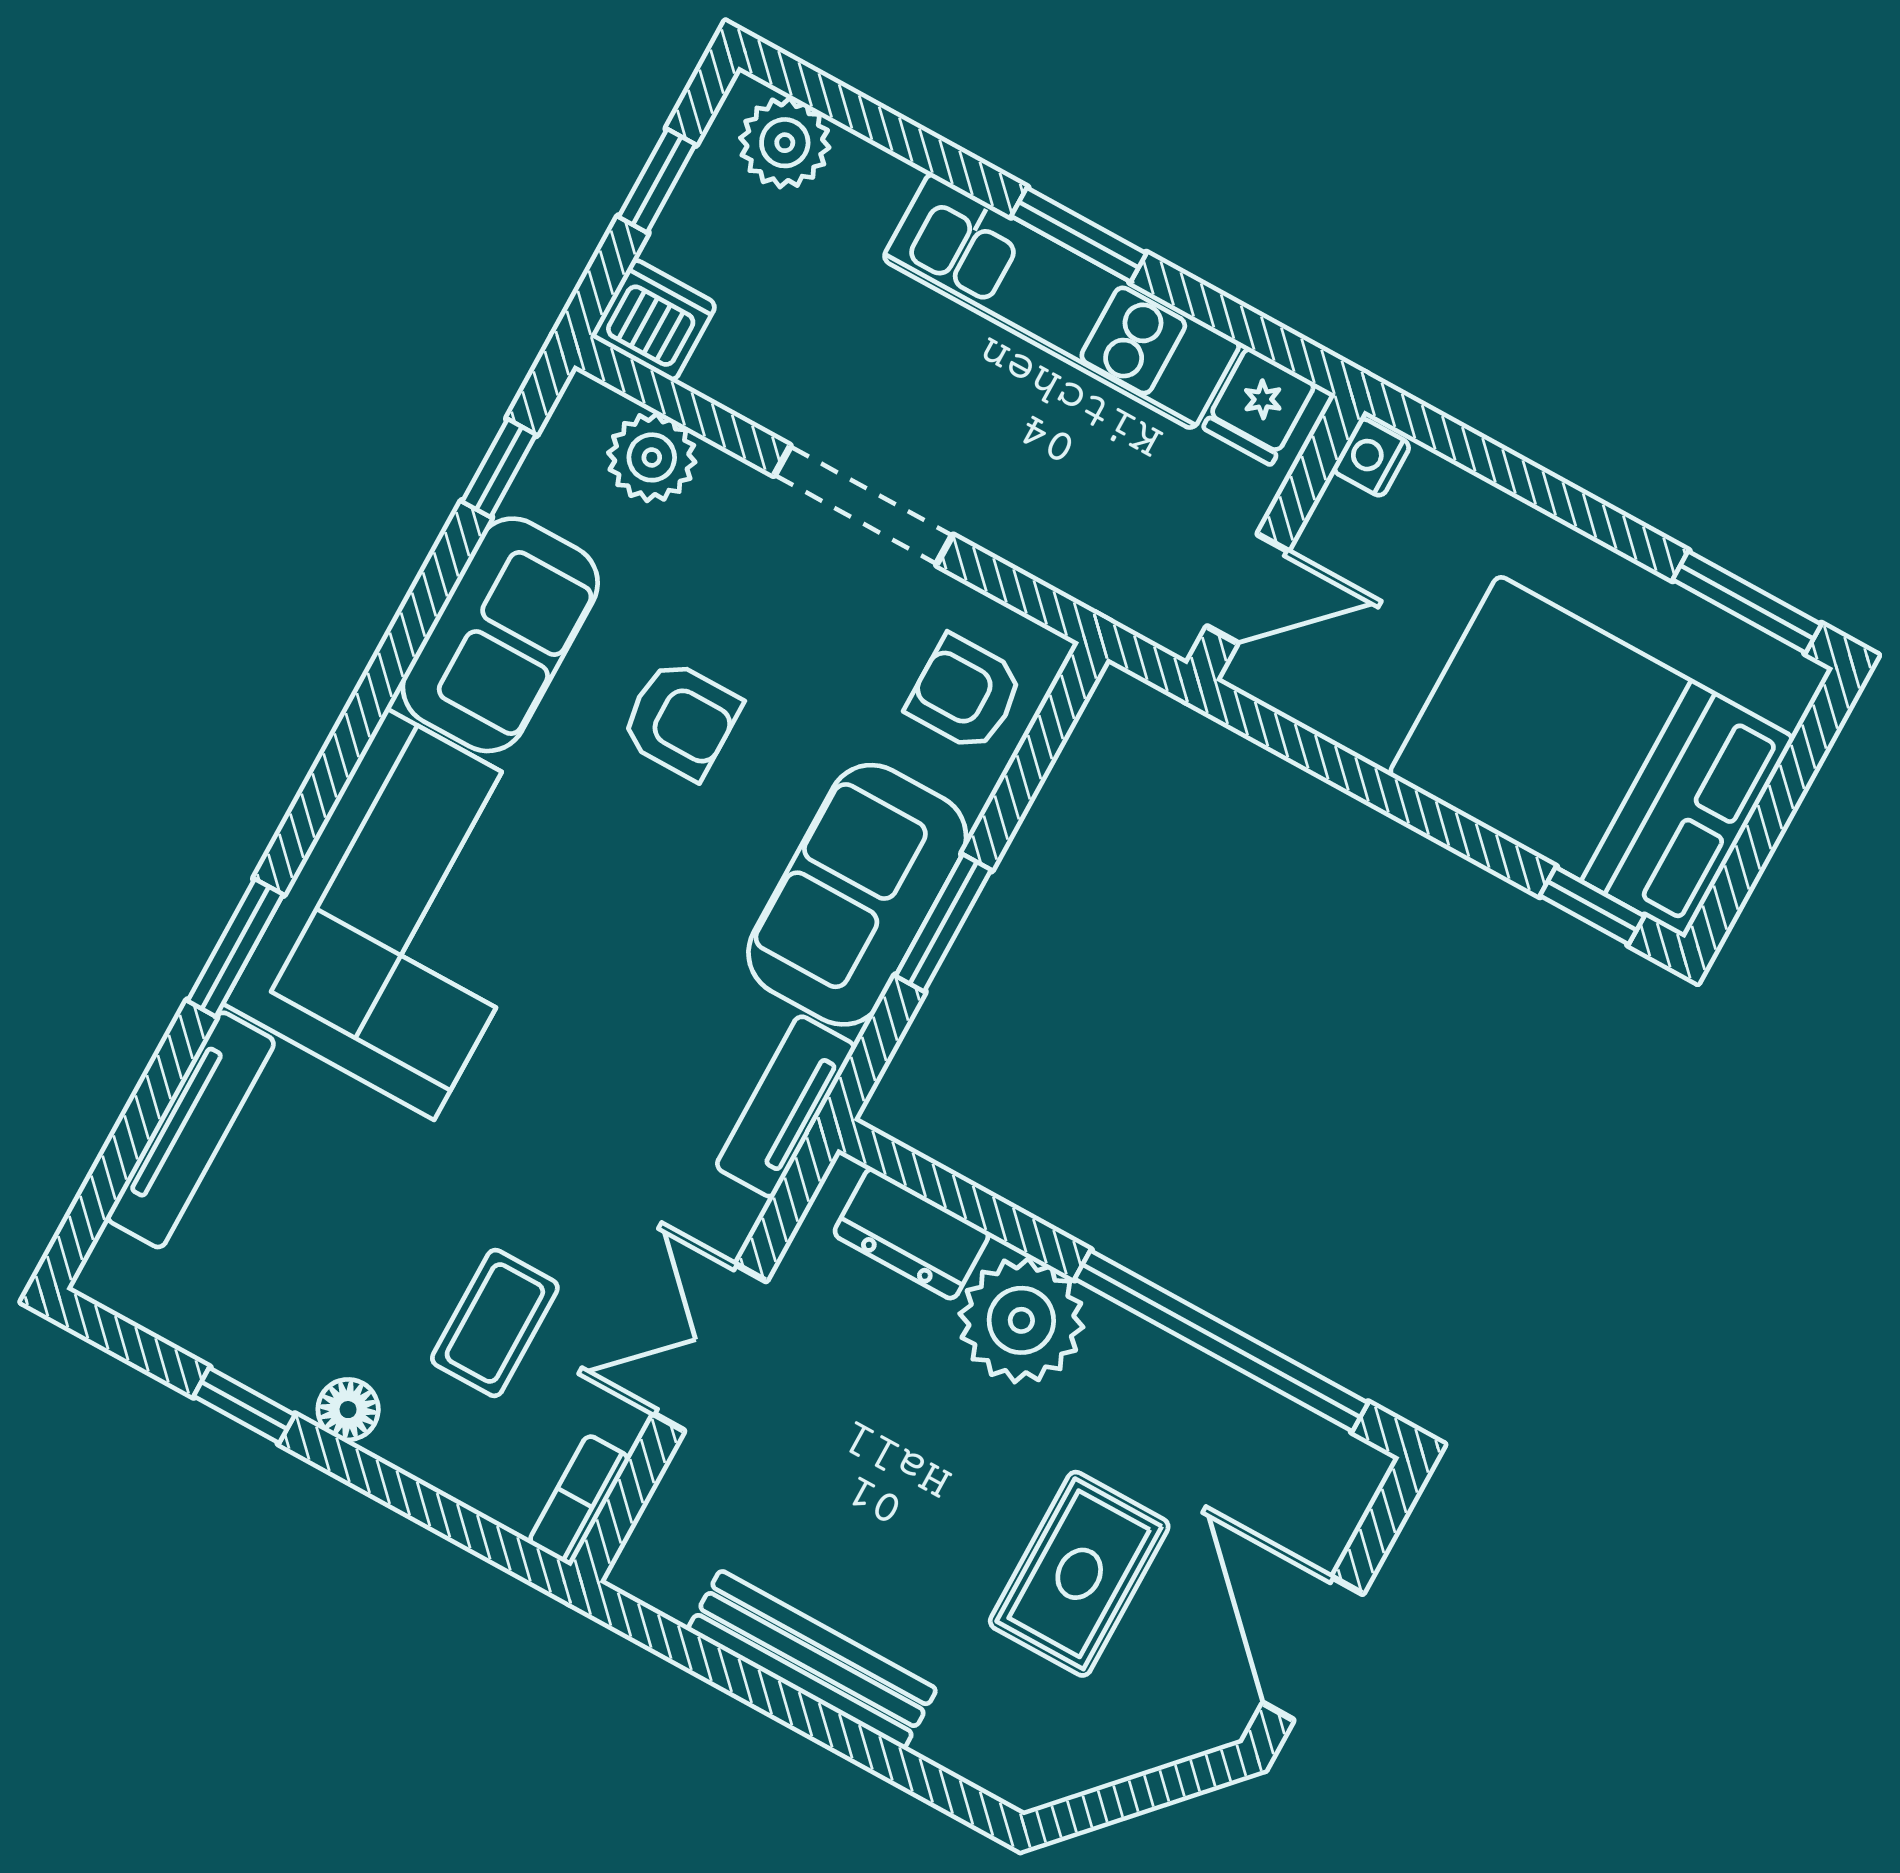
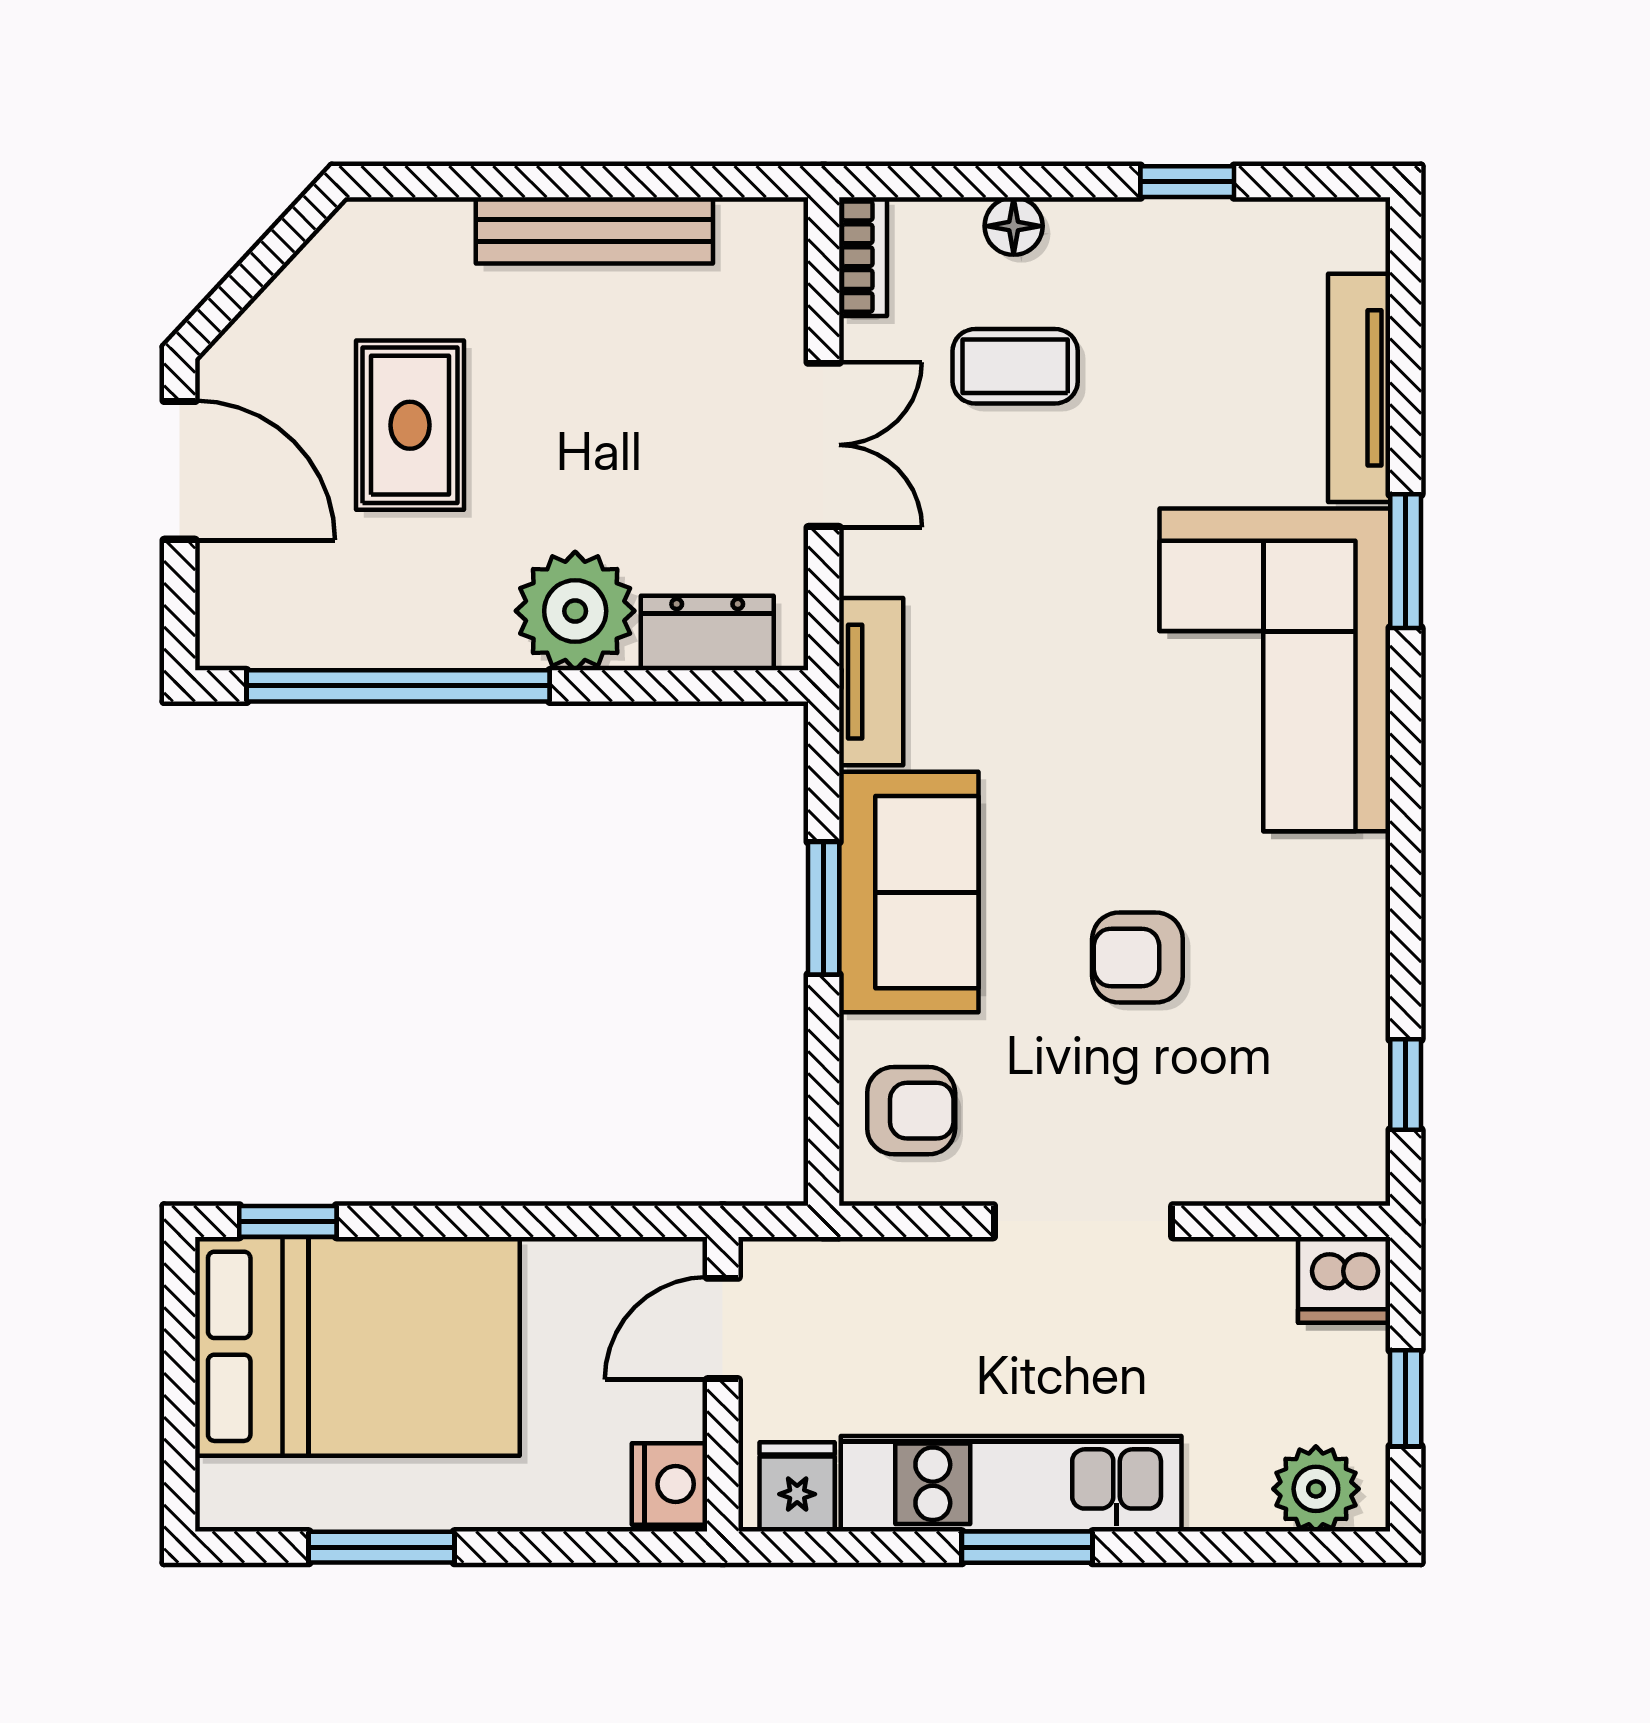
plant: (652, 457) -> (1282, 1164), removed
nightstand: (1371, 457) -> (670, 1484), width x1.39, depth x1.35
window: (1747, 602) -> (382, 1547), moved
sofa: (500, 635) -> (1328, 945), removed
coffee table: (495, 1323) -> (1015, 366), turned 90
floor lamp: (348, 1410) -> (1014, 226), moved

